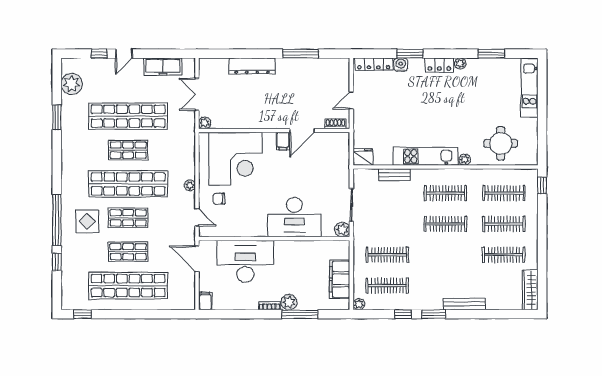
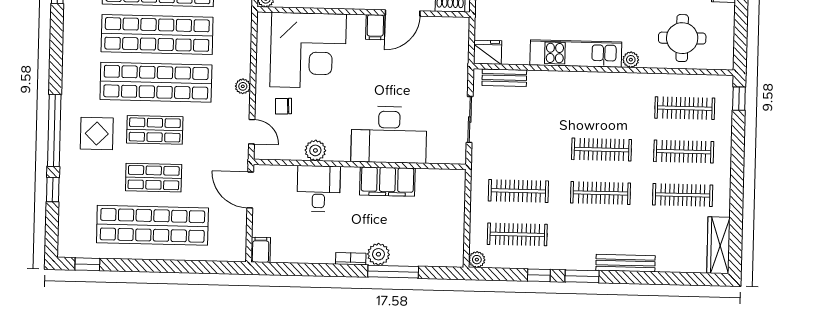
shop shelf: (128, 150) -> (157, 34), width x2.00, depth x1.36
bench: (394, 175) -> (504, 78), moved
clothes rail: (445, 193) -> (600, 193), moved
plant: (342, 230) -> (315, 150), moved
desk: (245, 261) -> (319, 189), width x0.53, depth x0.77
filing cabinet: (340, 279) -> (387, 182), moved, turned -90

